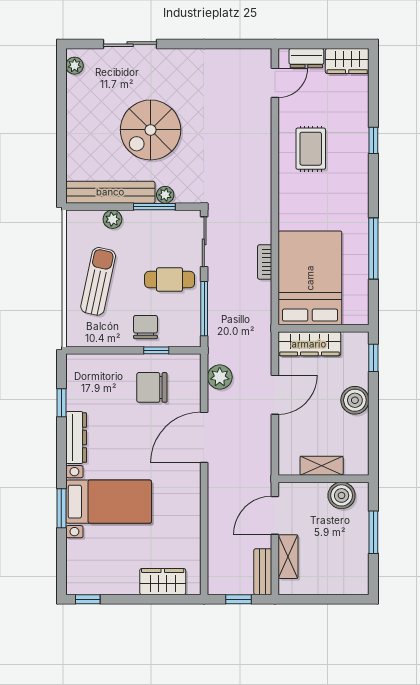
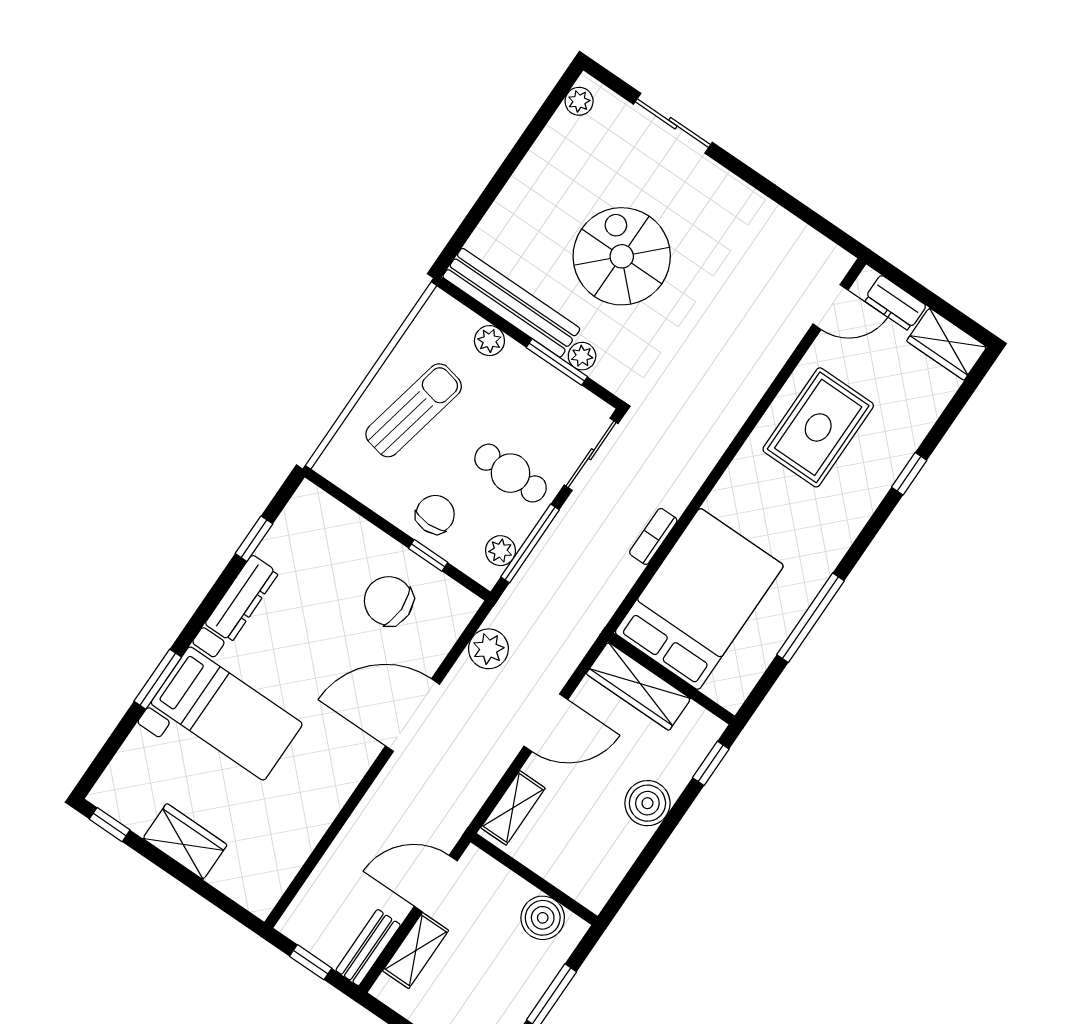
spiral stairs: (151, 130) -> (622, 256), turned 90
rug: (311, 149) -> (818, 427), width x1.36, depth x1.43
plant: (192, 323) -> (500, 551), added
shelving: (322, 466) -> (513, 808), moved, turned 90
wardrobe: (163, 582) -> (185, 842), moved

